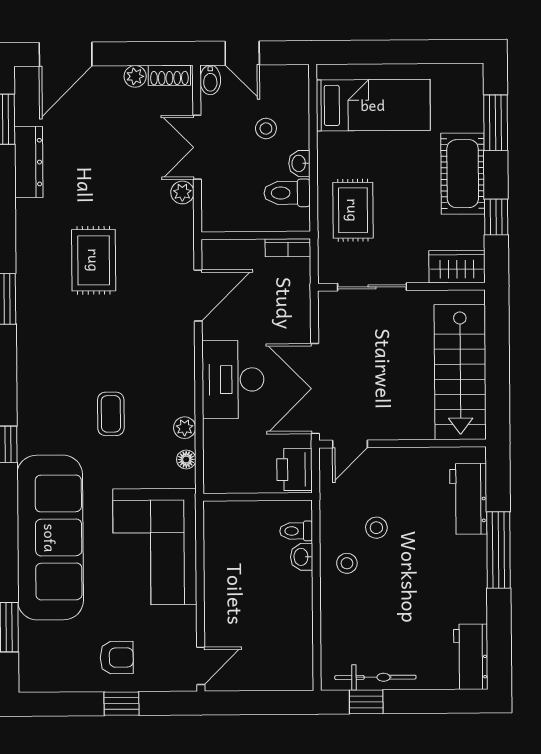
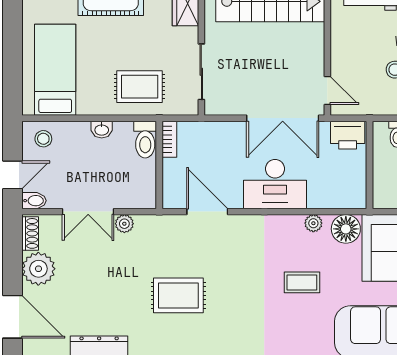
plant: (135, 76) -> (38, 269), width x1.88, depth x1.88
stool: (266, 129) -> (43, 139), moved
toilet: (287, 193) -> (145, 140), moved
floor lamp: (186, 459) -> (346, 229), width x1.89, depth x1.89

